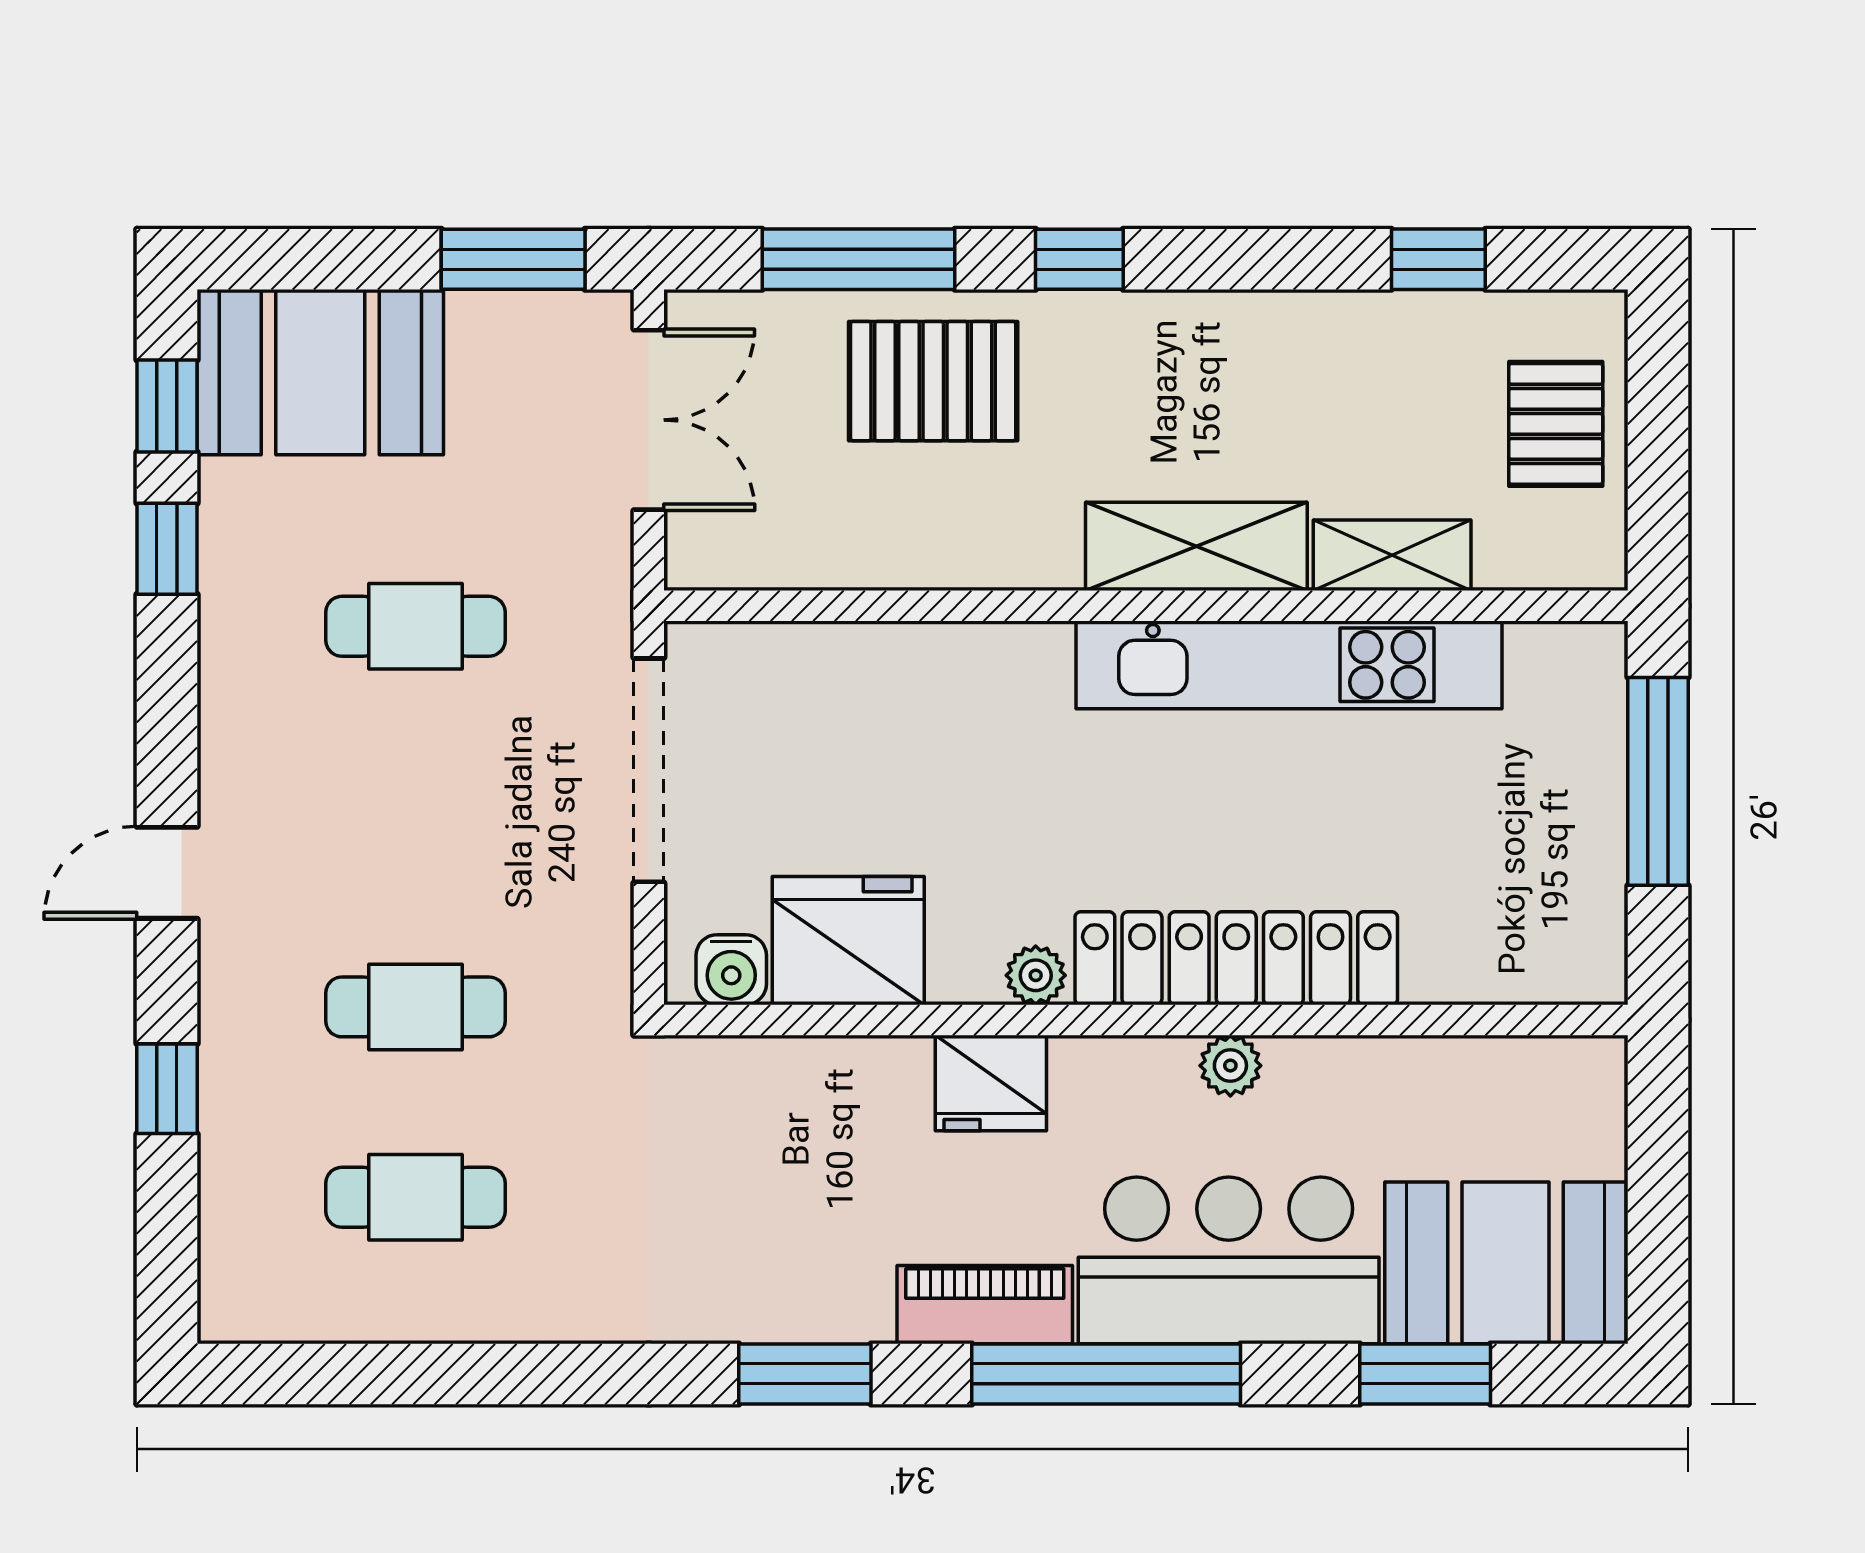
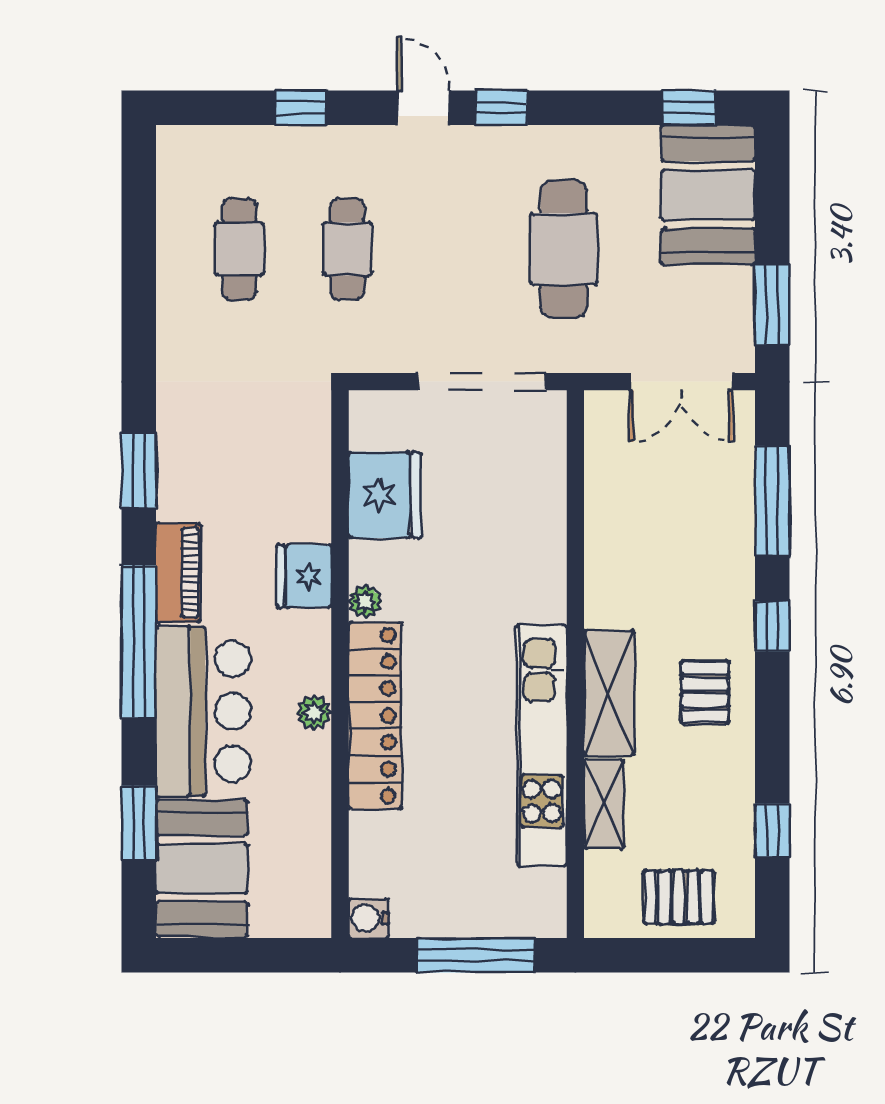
pallet: (933, 381) -> (705, 692), moved, width x0.67, depth x0.71
window: (167, 549) -> (501, 108), moved
cafe table: (415, 626) -> (564, 249), width x1.37, depth x1.35
water cooler: (731, 970) -> (368, 918), moved

